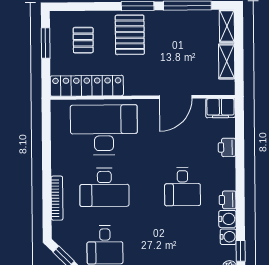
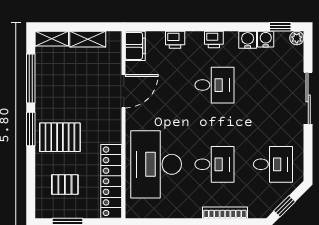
door: (176, 97) -> (124, 91), hinge flipped
desk: (104, 187) -> (214, 164), width x0.73
printer: (228, 200) -> (214, 39), moved

